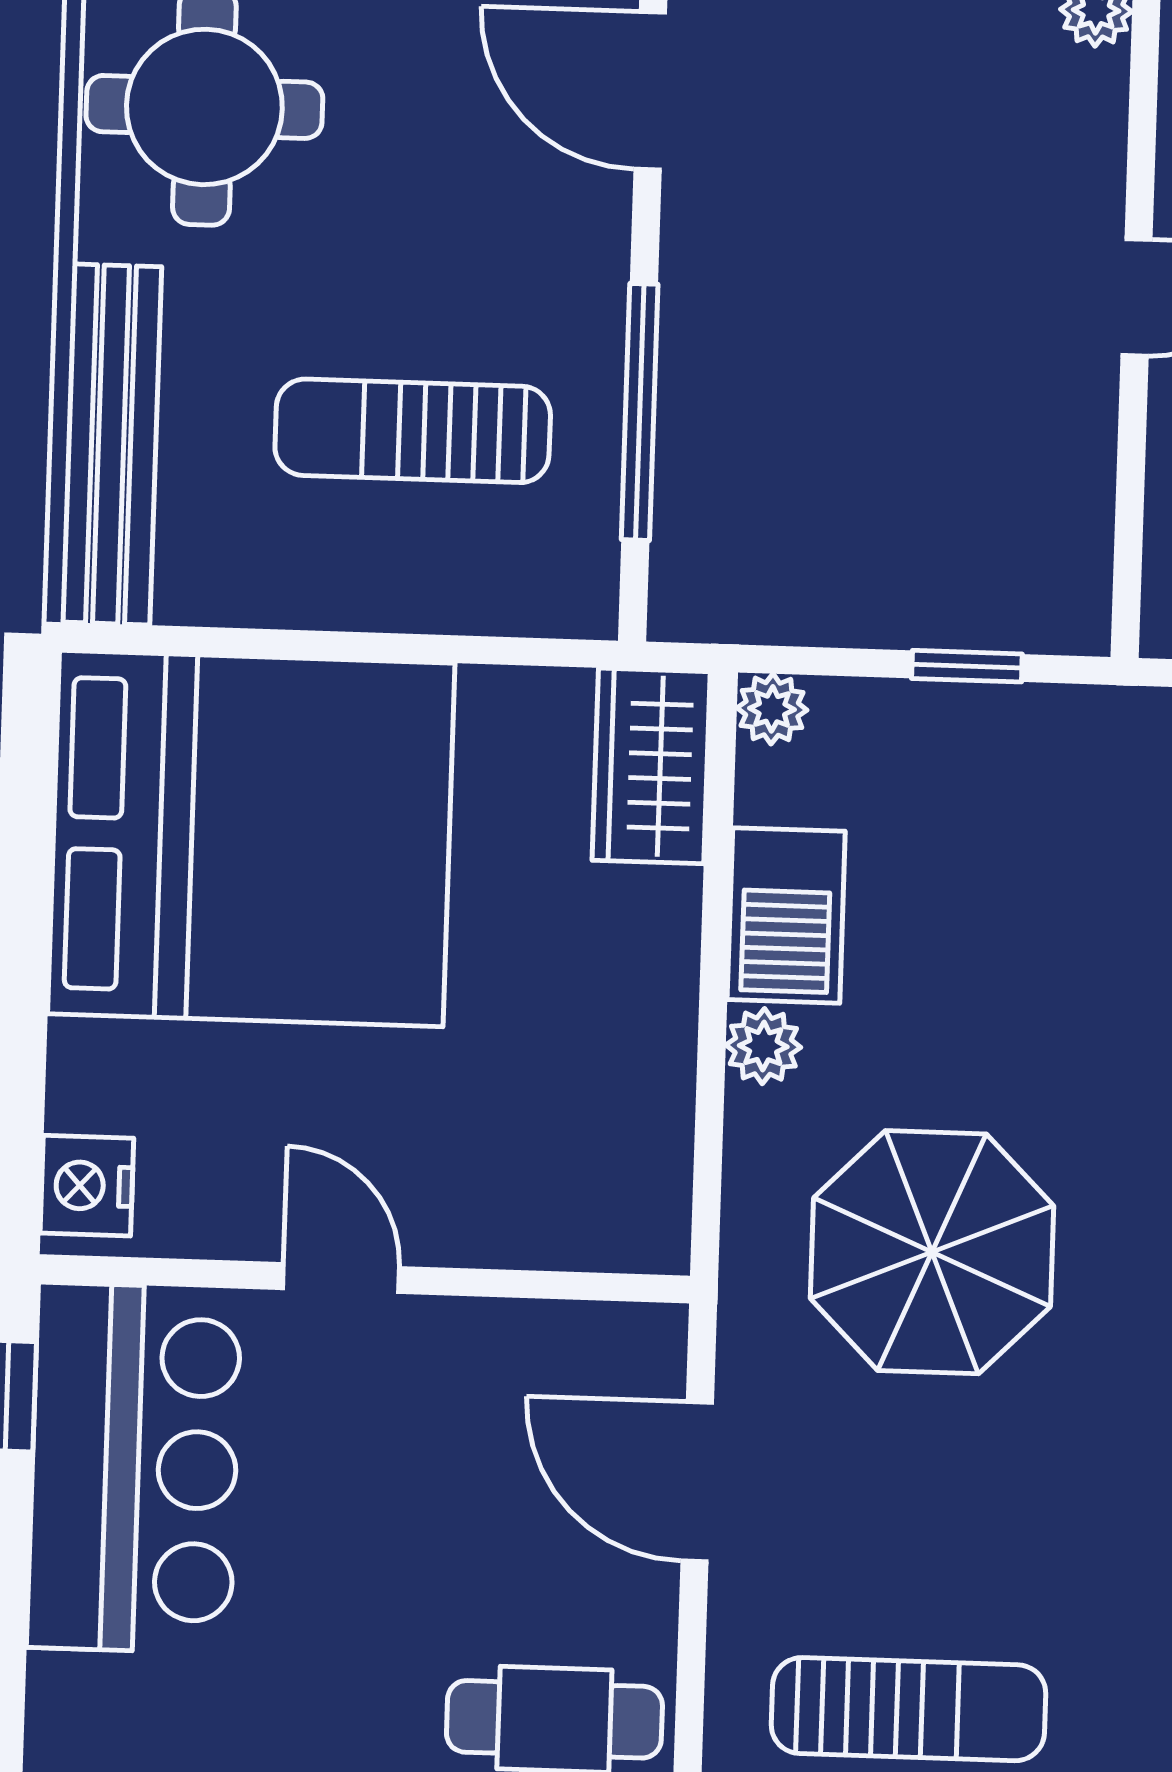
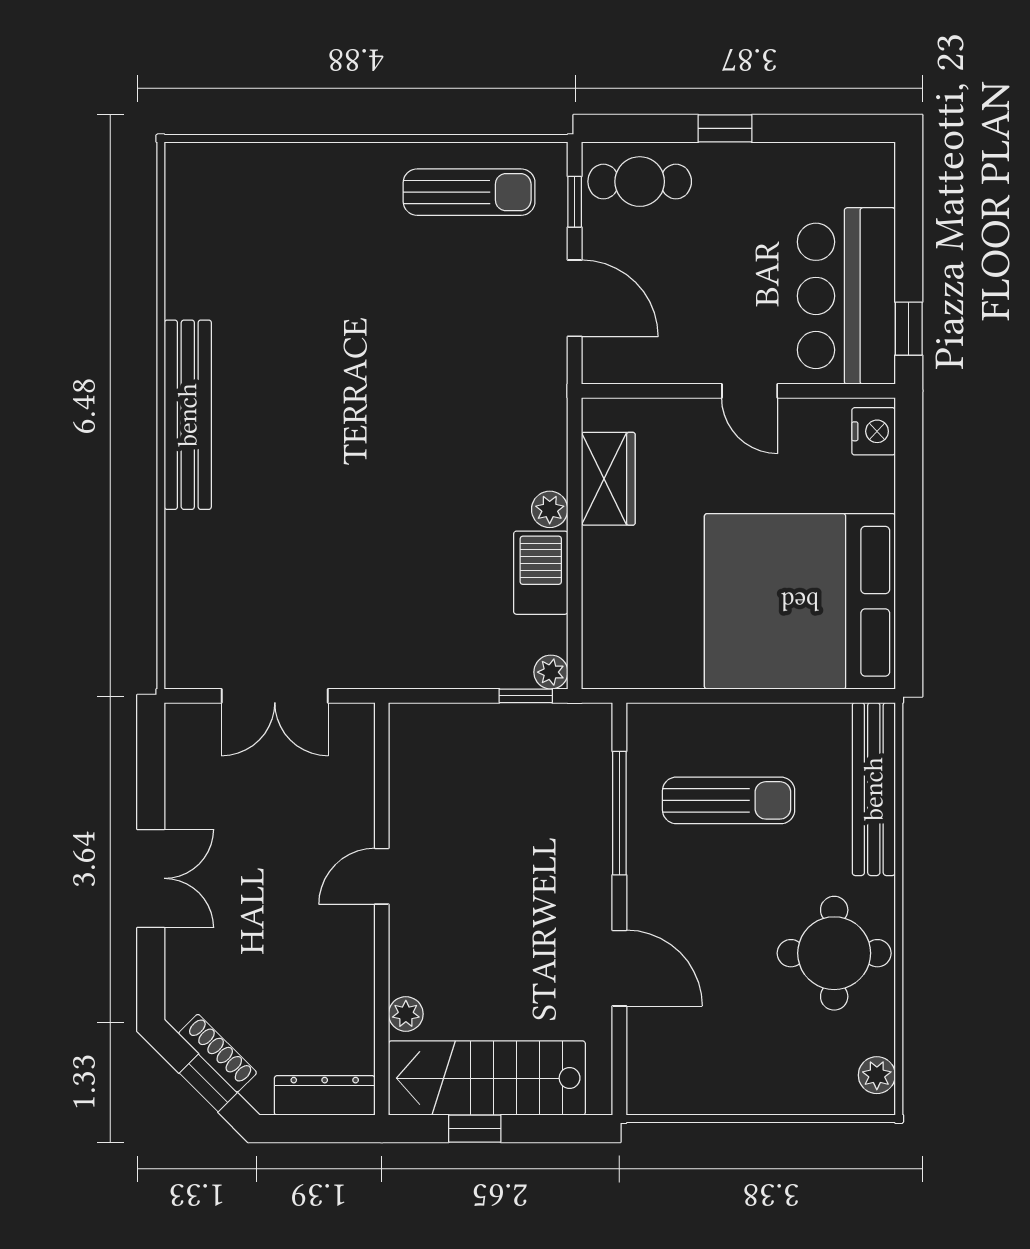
window: (967, 666) -> (526, 696), moved
wardrobe: (651, 766) -> (608, 479), moved
parasol: (932, 1252) -> (465, 413), removed
window: (691, 1682) -> (575, 202), added
sun lounger: (909, 1709) -> (469, 192), turned 180

